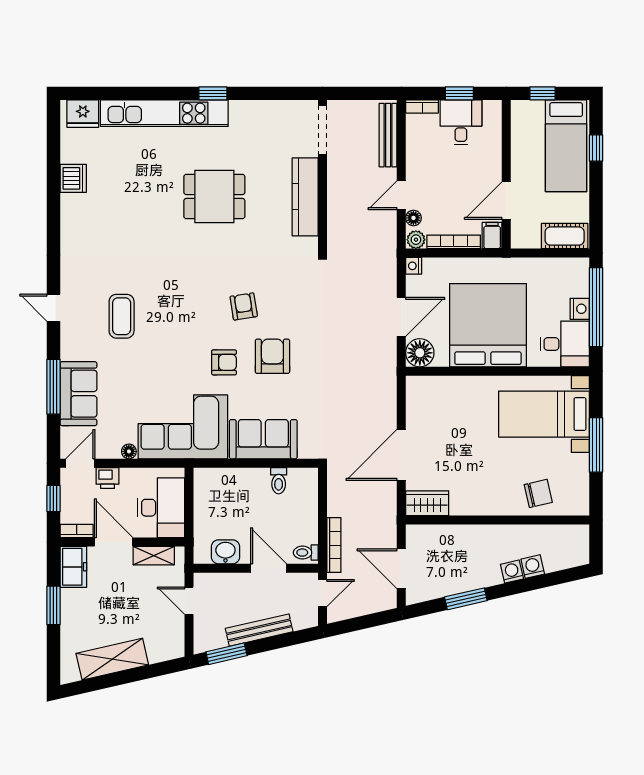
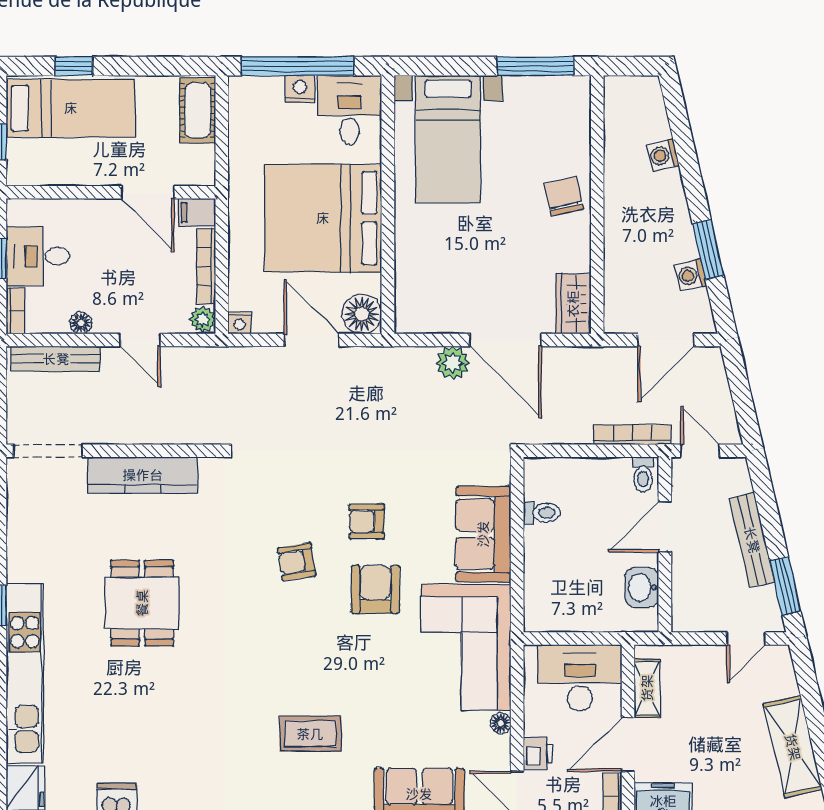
floor lamp: (413, 218) -> (81, 323), moved
armchair: (272, 356) -> (367, 521), width x0.72, depth x0.72
armchair: (224, 362) -> (375, 589), width x1.38, depth x1.38
plant: (385, 417) -> (453, 363), added
window: (596, 445) -> (535, 66), moved
chair: (538, 493) -> (564, 196), moved
washing machine: (512, 572) -> (690, 275), moved
door: (189, 601) -> (746, 639), moved

